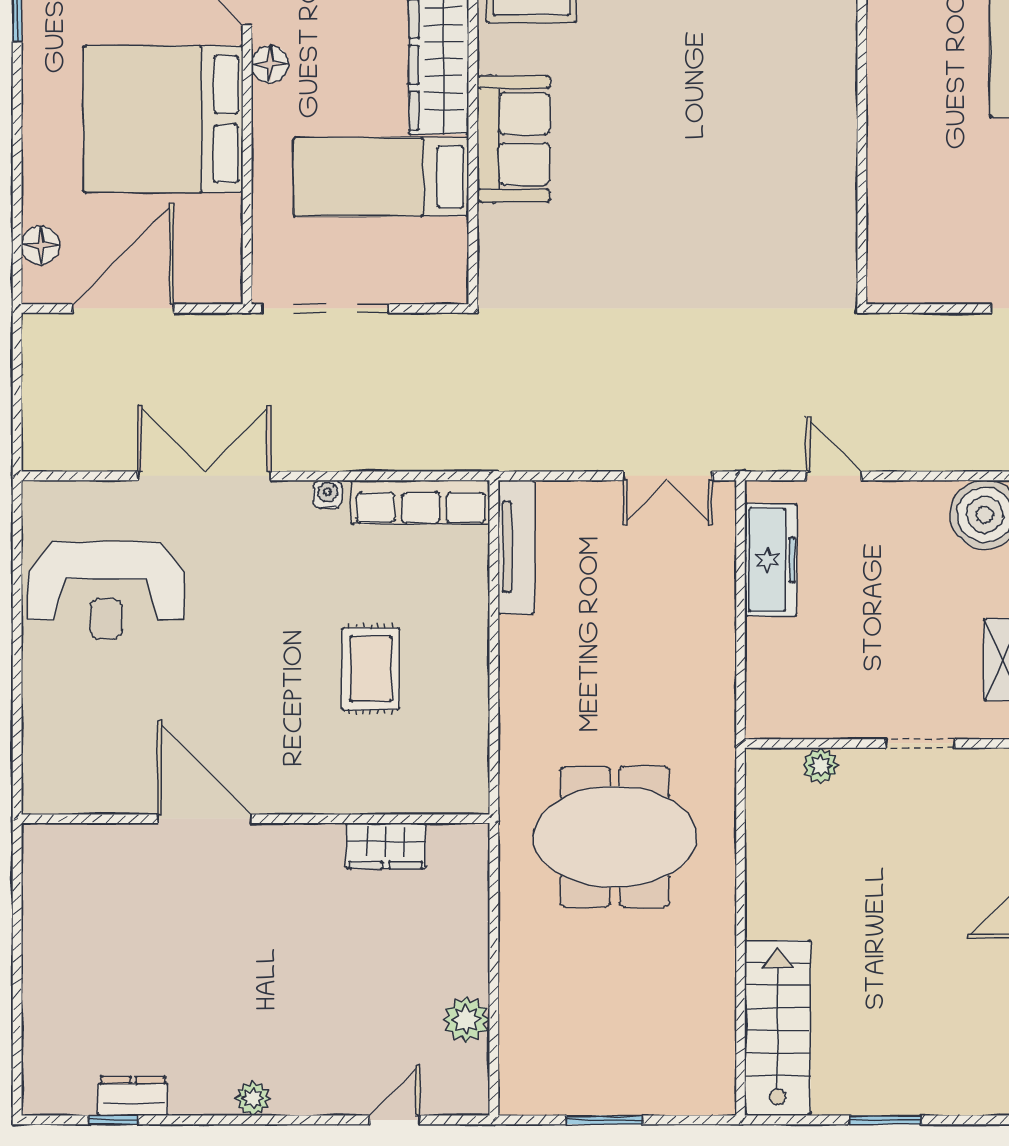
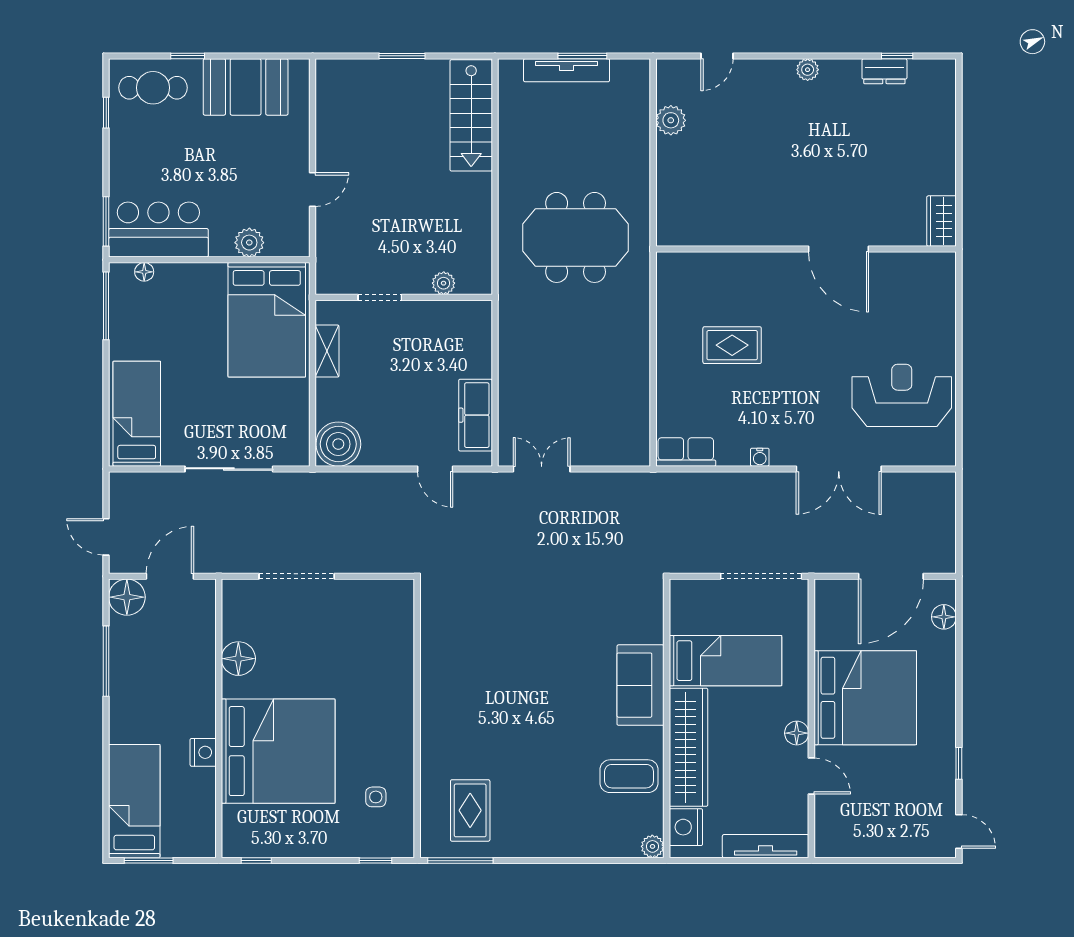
row of seats: (421, 502) -> (686, 452), width x0.68
tv unit: (516, 547) -> (567, 70), moved, turned -90
rug: (371, 669) -> (732, 345), turned 90
wardrobe: (386, 846) -> (942, 221), moved, turned -90

